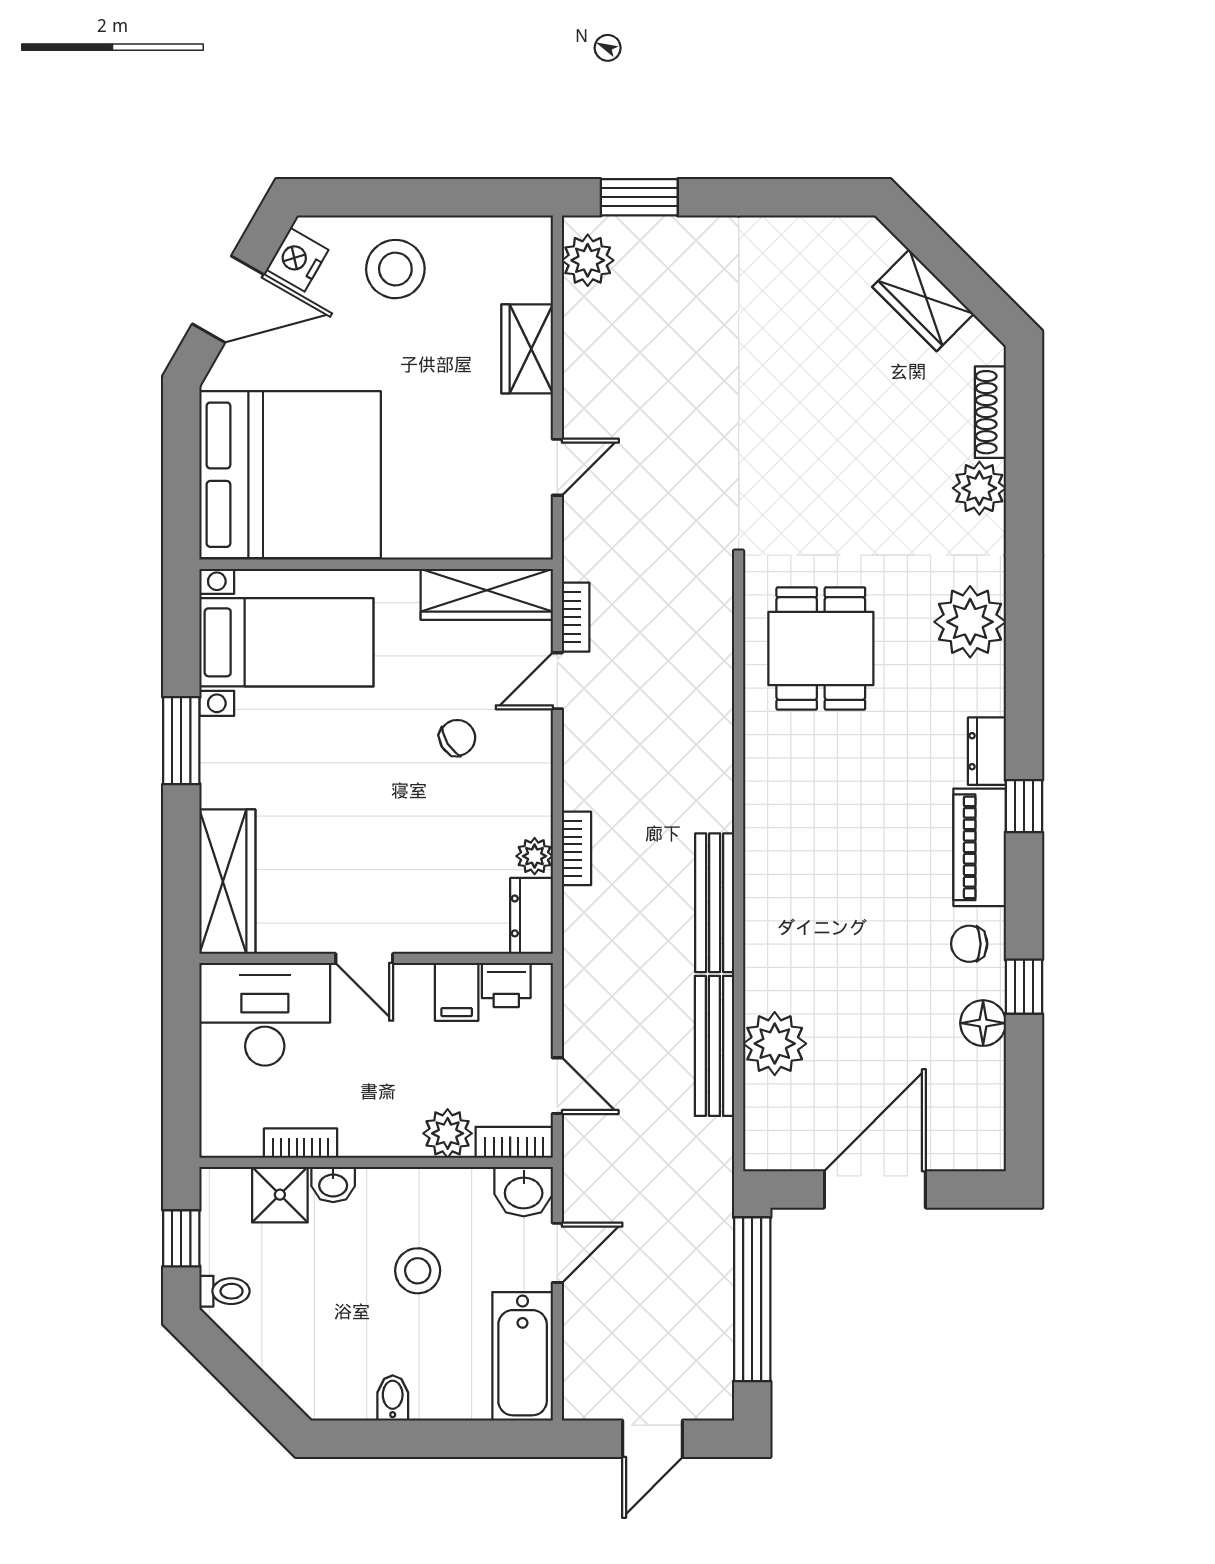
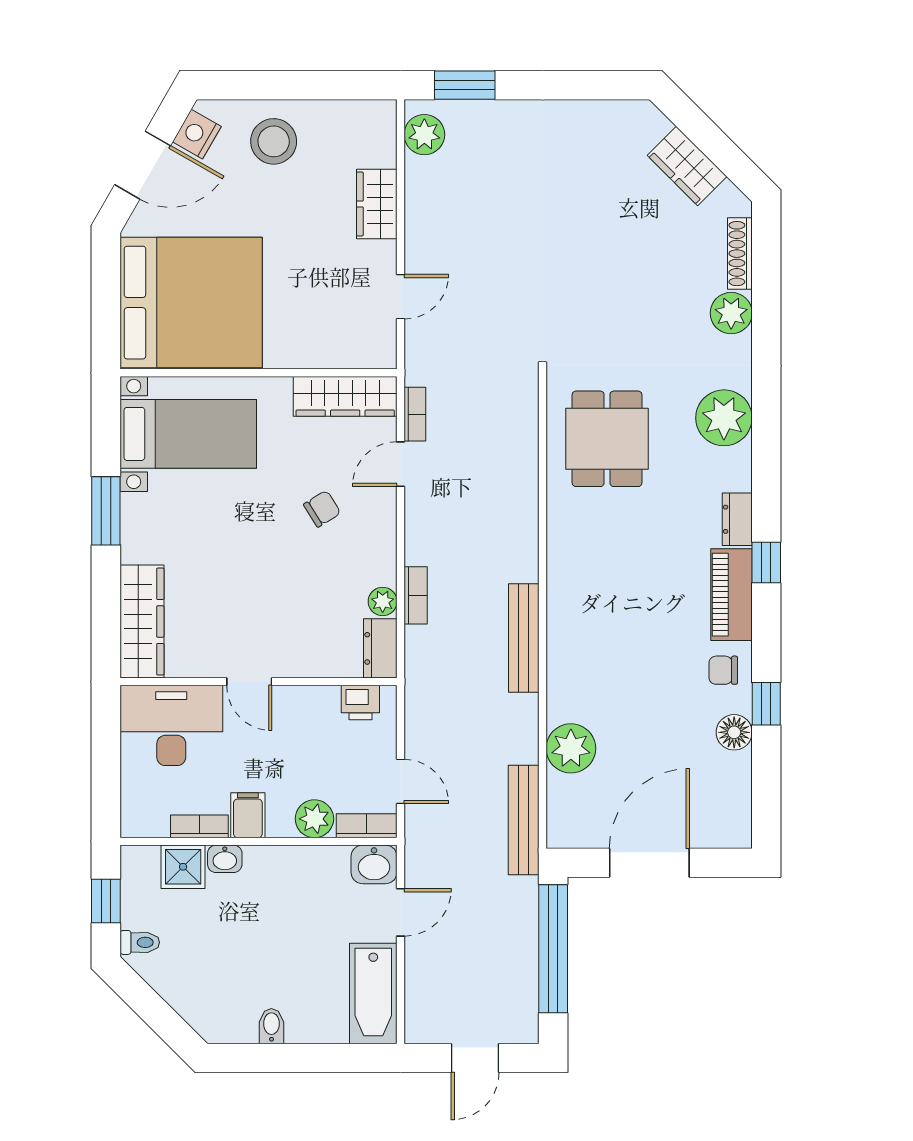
filing cabinet: (457, 992) -> (248, 815), moved, turned 180
bench: (714, 1046) -> (524, 820), moved
stool: (418, 1271) -> (291, 926), removed

